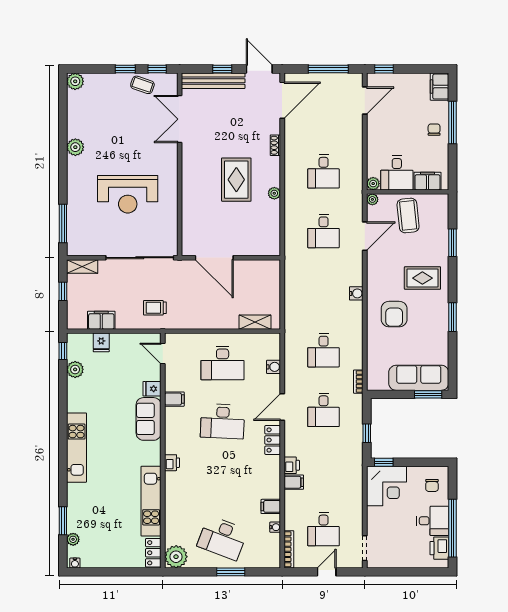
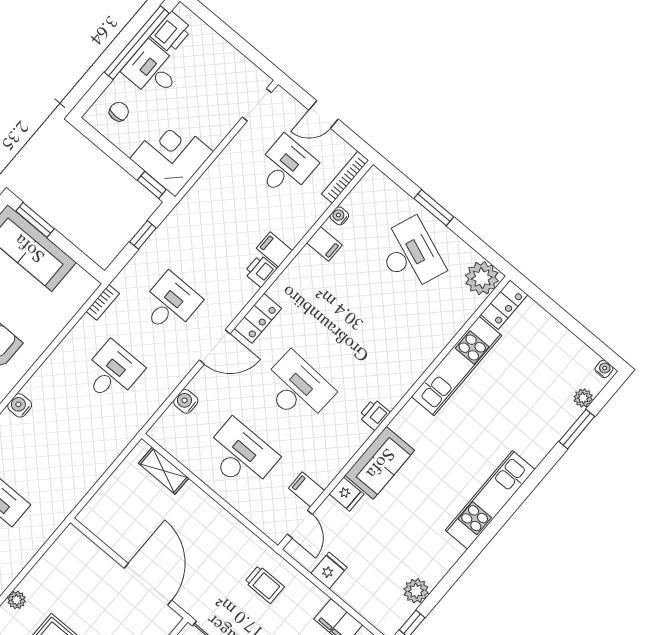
fridge: (101, 342) -> (329, 570), moved
filing cabinet: (174, 399) -> (307, 489), moved
printer: (172, 463) -> (374, 414), moved

